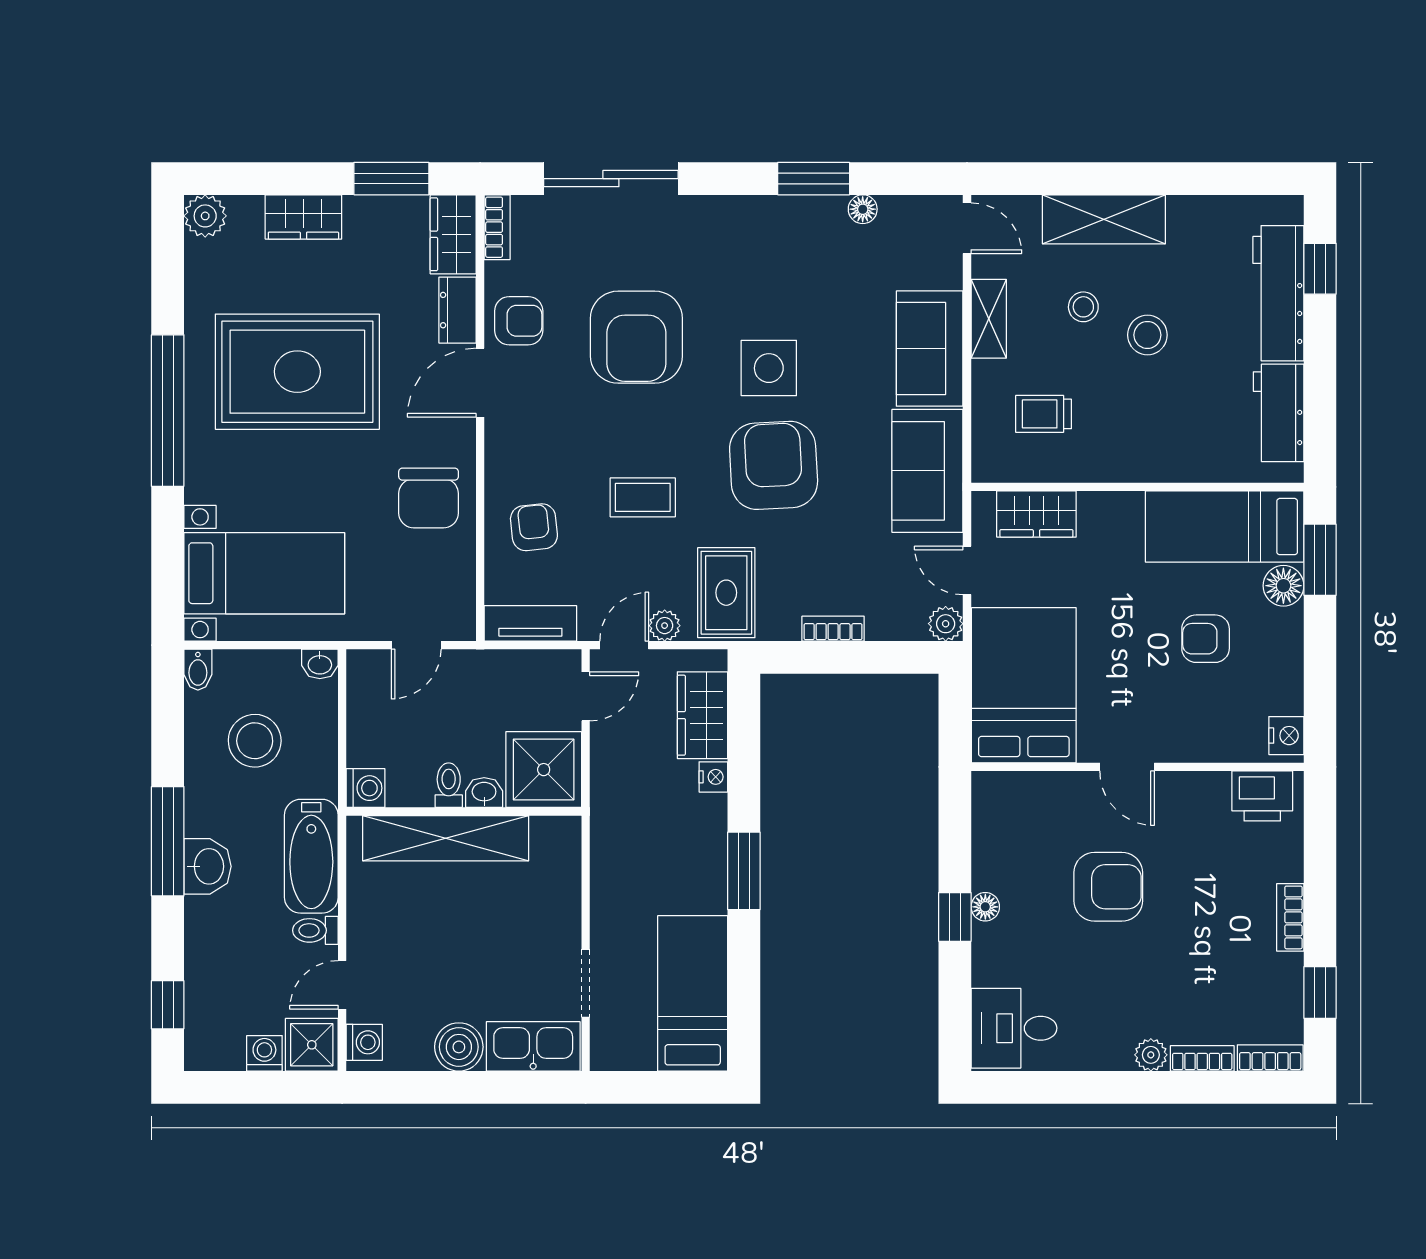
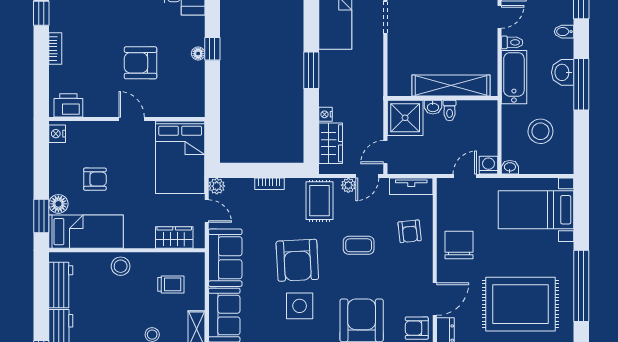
stool: (1147, 335) -> (121, 266), moved
bidet: (198, 670) -> (564, 32), moved, turned -90
washing machine: (366, 788) -> (488, 165), moved, turned 90

